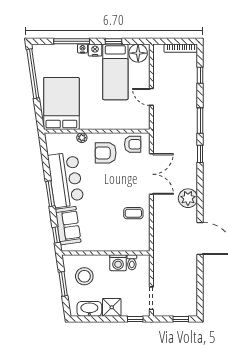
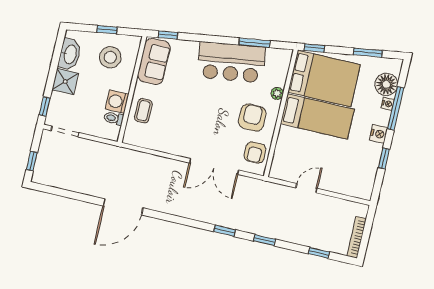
nightstand: (83, 49) -> (388, 104), moved
floor lamp: (138, 53) -> (386, 84), moved
bed: (115, 72) -> (317, 117), moved, turned 180
window: (33, 74) -> (368, 53), width x0.47
window: (39, 117) -> (314, 48), added
window: (200, 121) -> (264, 240), width x0.67
window: (50, 194) -> (255, 43), moved
plant: (188, 198) -> (175, 204), removed
coffee table: (133, 213) -> (143, 111), moved
sofa: (68, 226) -> (154, 61), moved, turned -82
window: (63, 284) -> (107, 30), width x0.67

